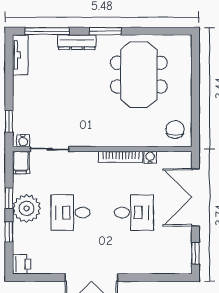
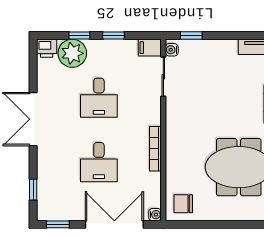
chair: (175, 129) -> (183, 204), turned 180
water cooler: (150, 157) -> (155, 215), moved
plant: (27, 208) -> (72, 53), moved
desk: (70, 213) -> (99, 98), turned 180
window: (161, 278) -> (33, 190), added

